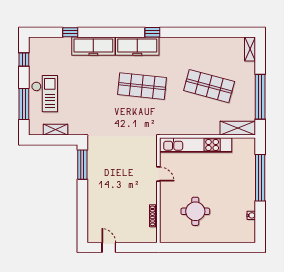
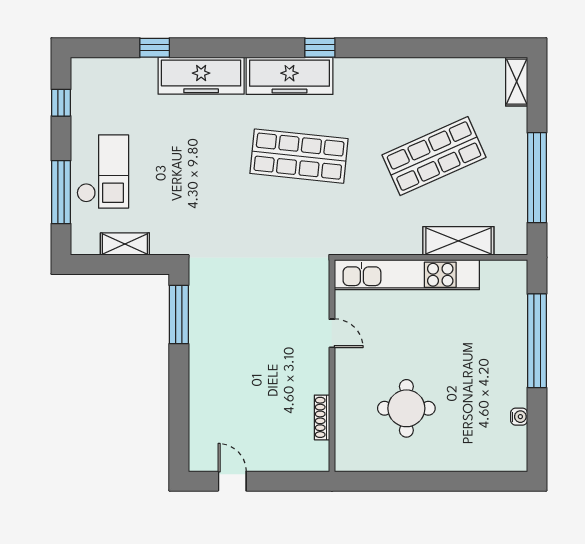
shop shelf: (209, 86) -> (434, 156), turned -39
shelving: (238, 128) -> (458, 241), moved

